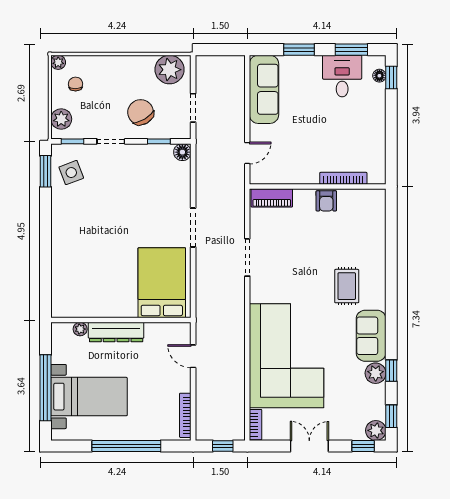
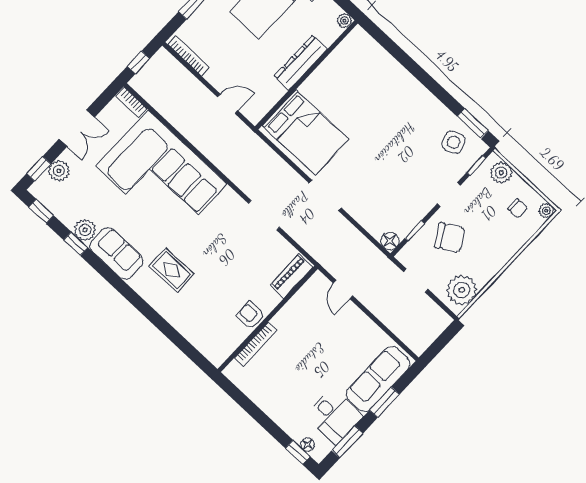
sofa: (264, 89) -> (378, 379), moved, turned 90
plant: (80, 329) -> (344, 21), moved
plant: (376, 430) -> (59, 171), moved

